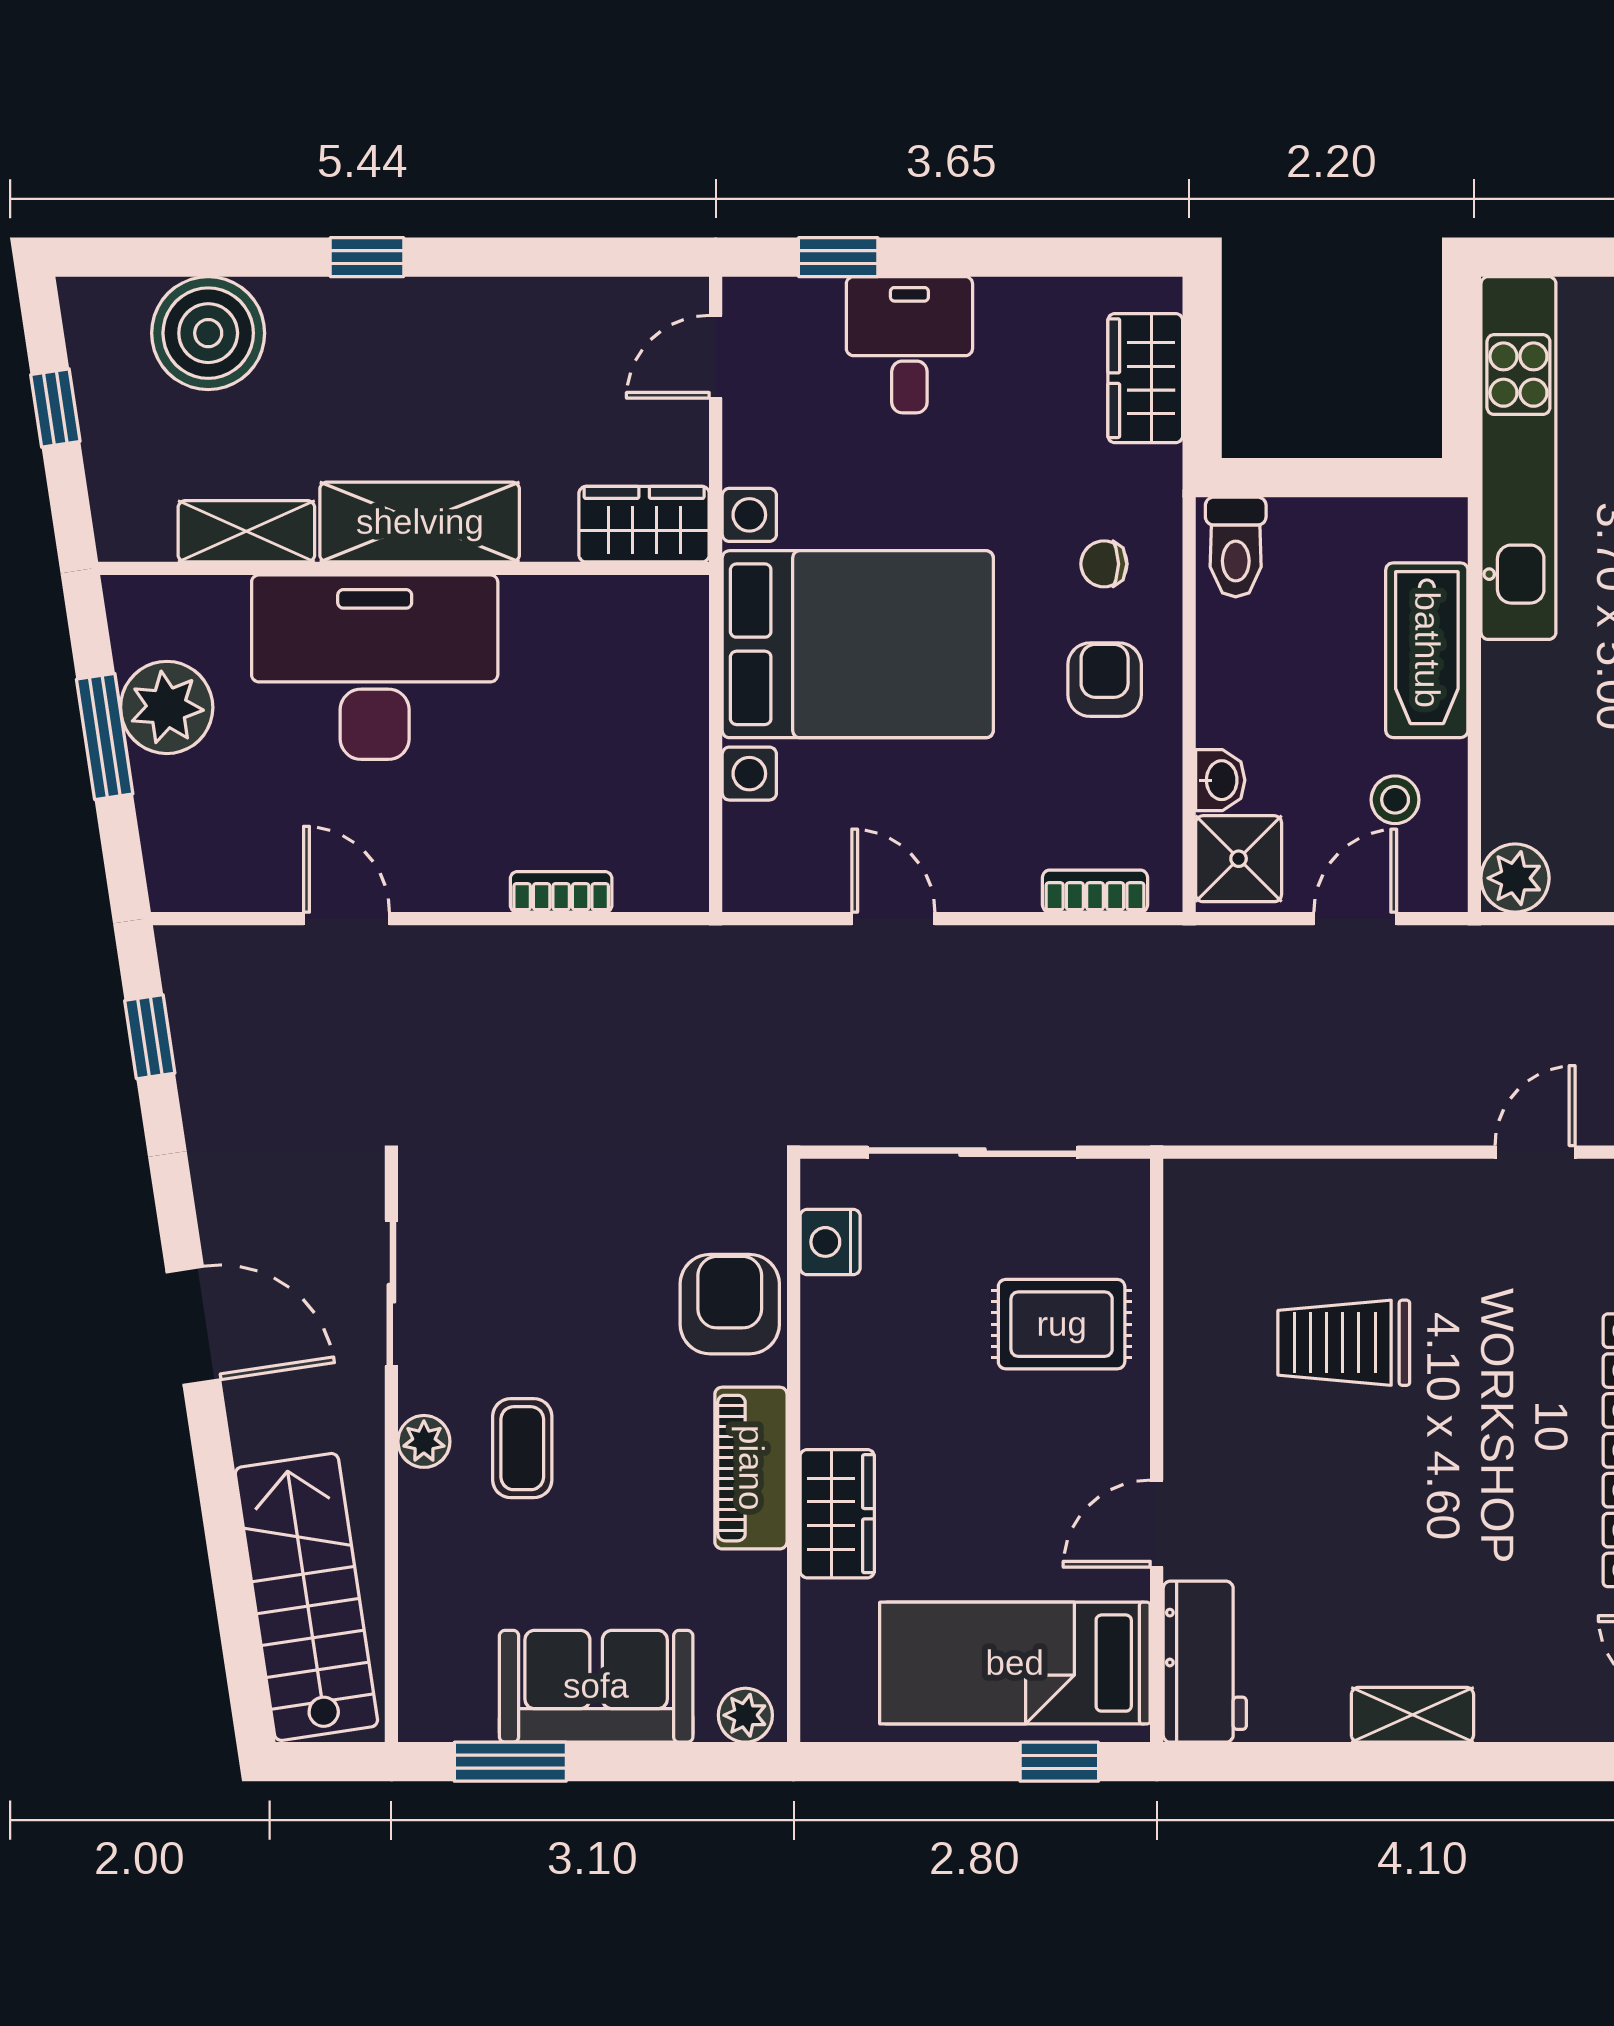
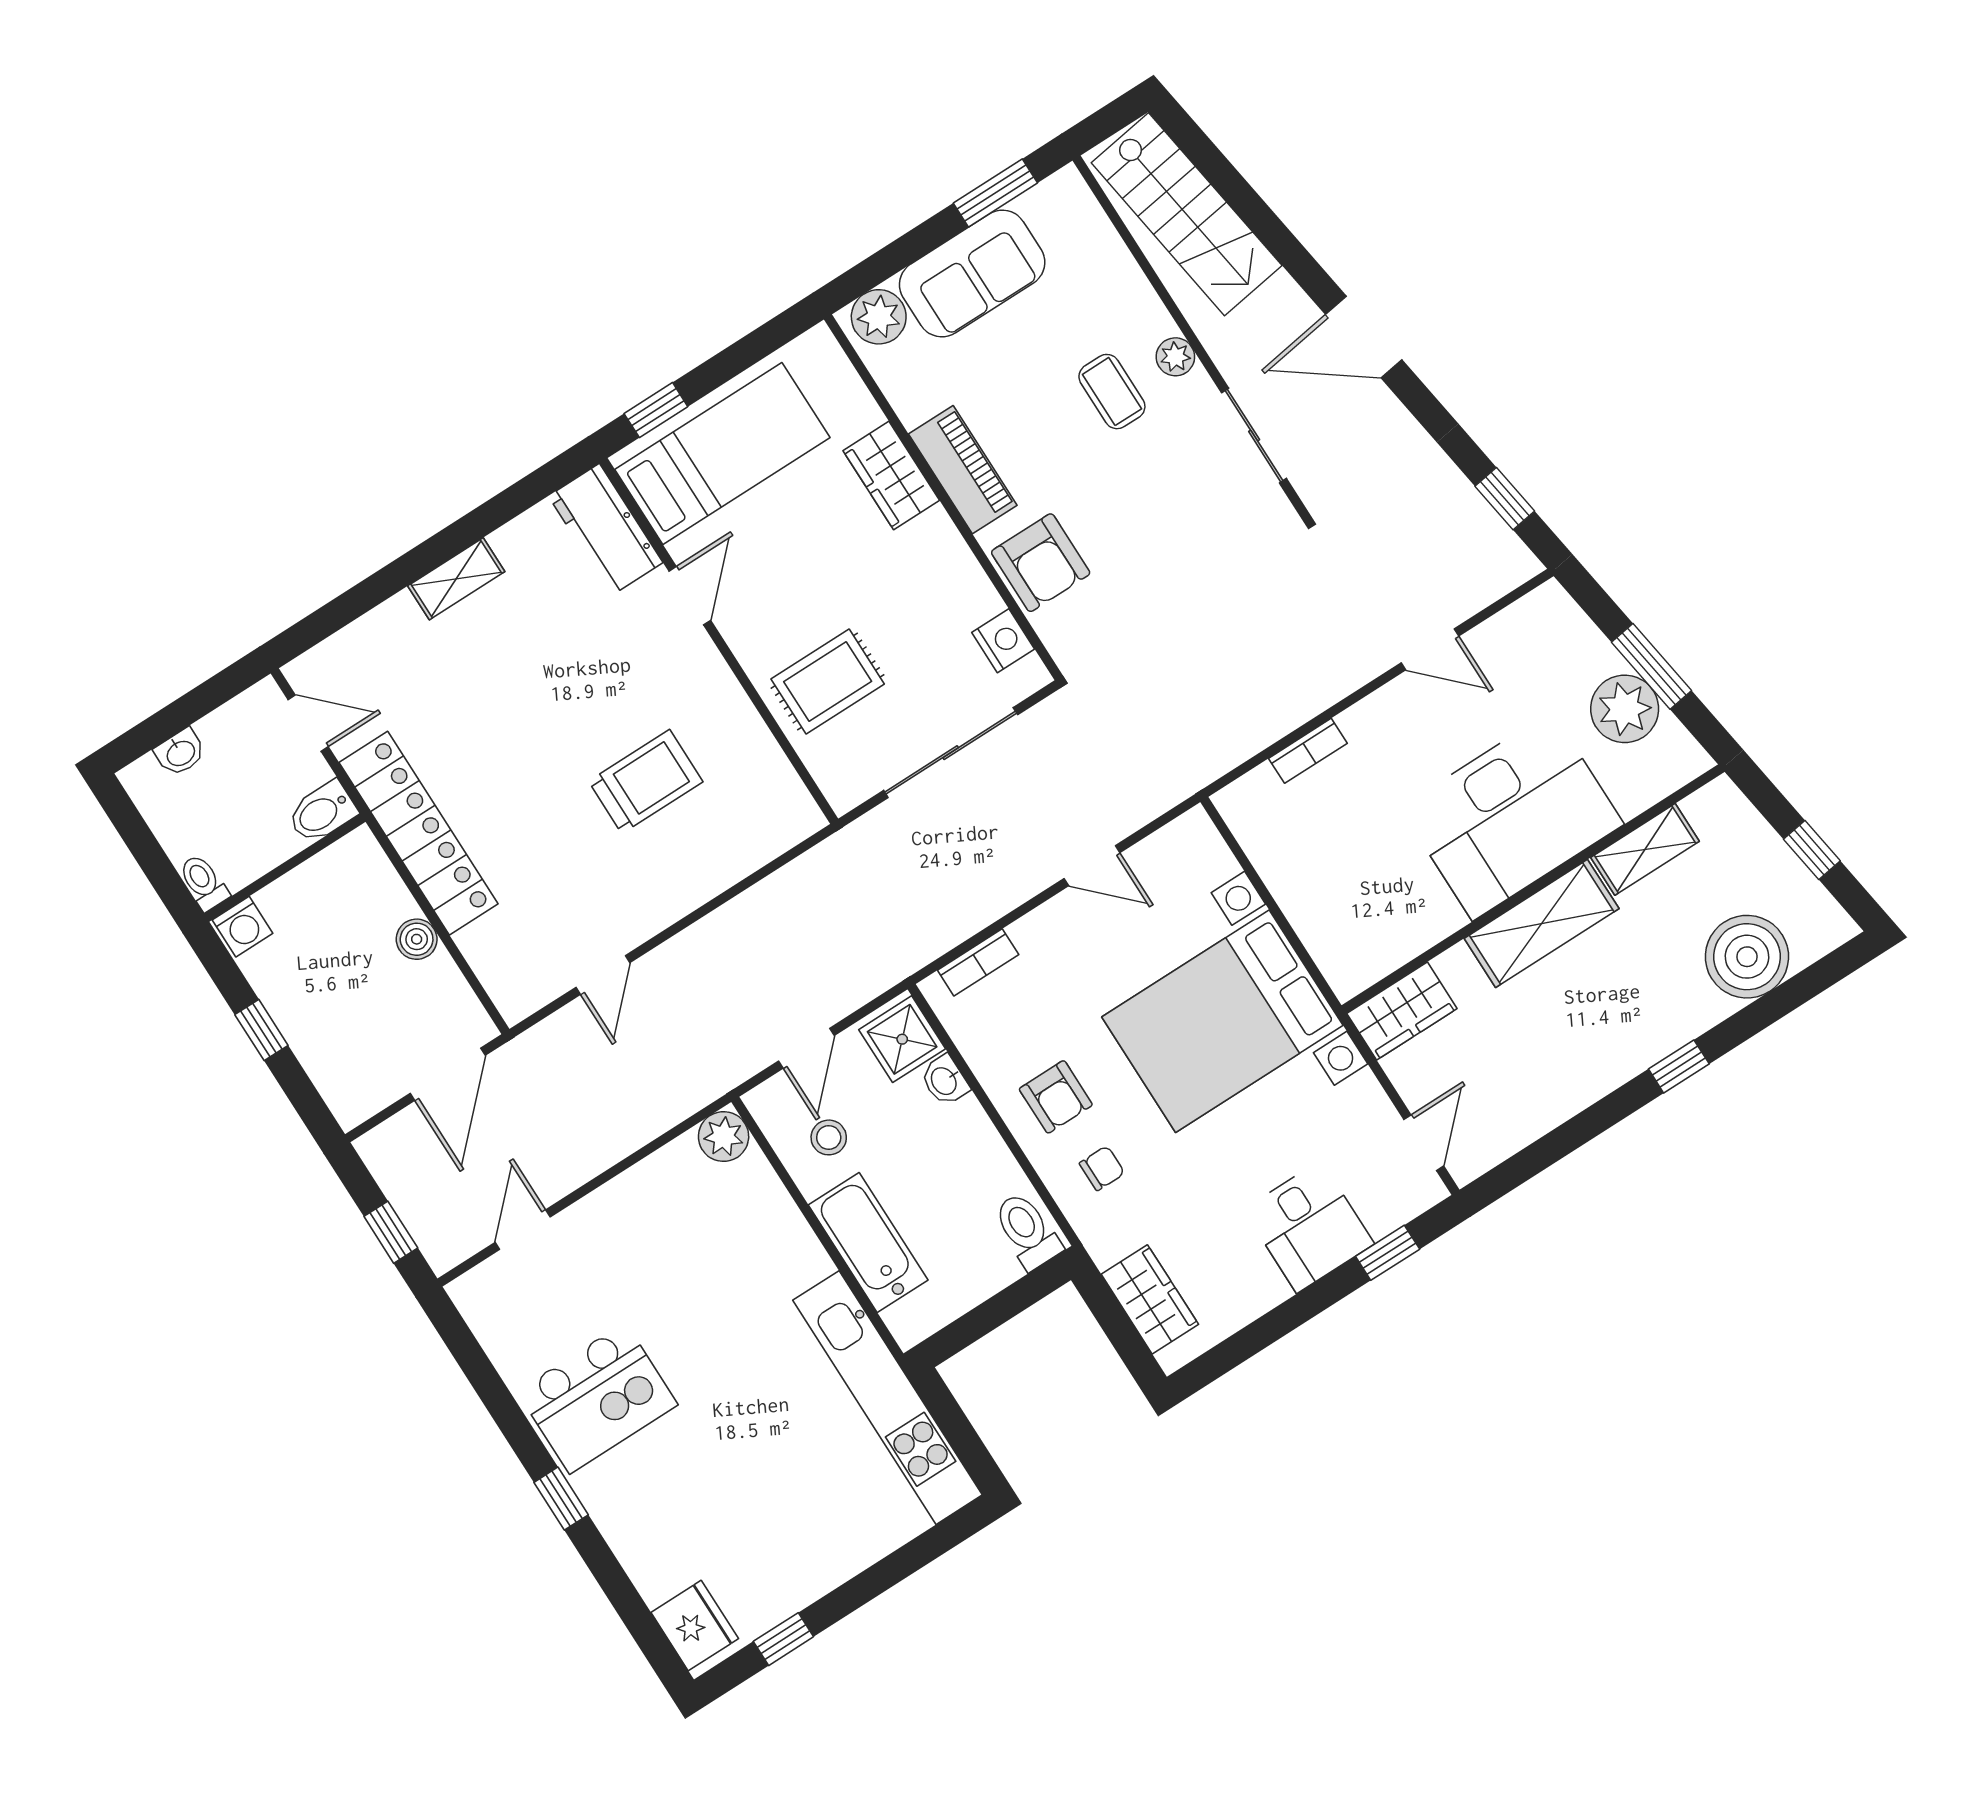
plant: (745, 1715) -> (879, 317), width x1.38, depth x1.38

